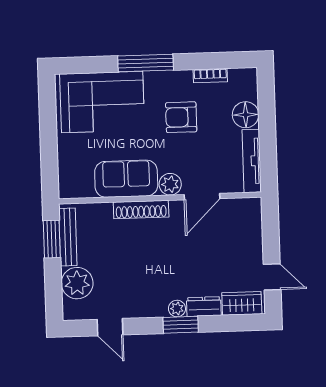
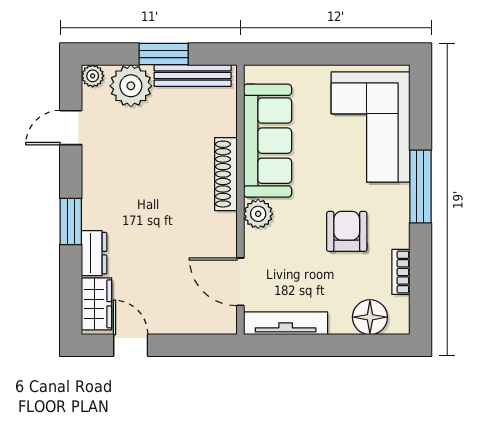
floor lamp: (246, 115) -> (370, 317), moved
sofa: (126, 179) -> (268, 141), width x1.36
door: (202, 197) -> (240, 282), moved
window: (52, 239) -> (164, 54), moved
door: (272, 277) -> (131, 345), swing flipped
plant: (177, 309) -> (93, 76), moved

